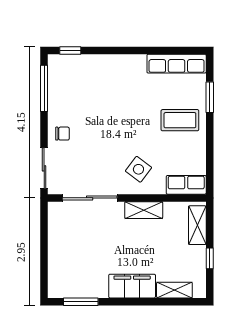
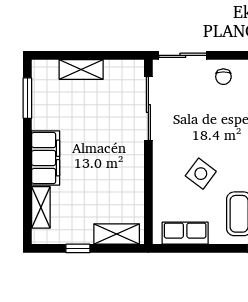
side table: (138, 169) -> (201, 174), moved
row of seats: (186, 185) -> (185, 233), moved, turned -90
shelving: (144, 210) -> (81, 69), moved, turned 90

